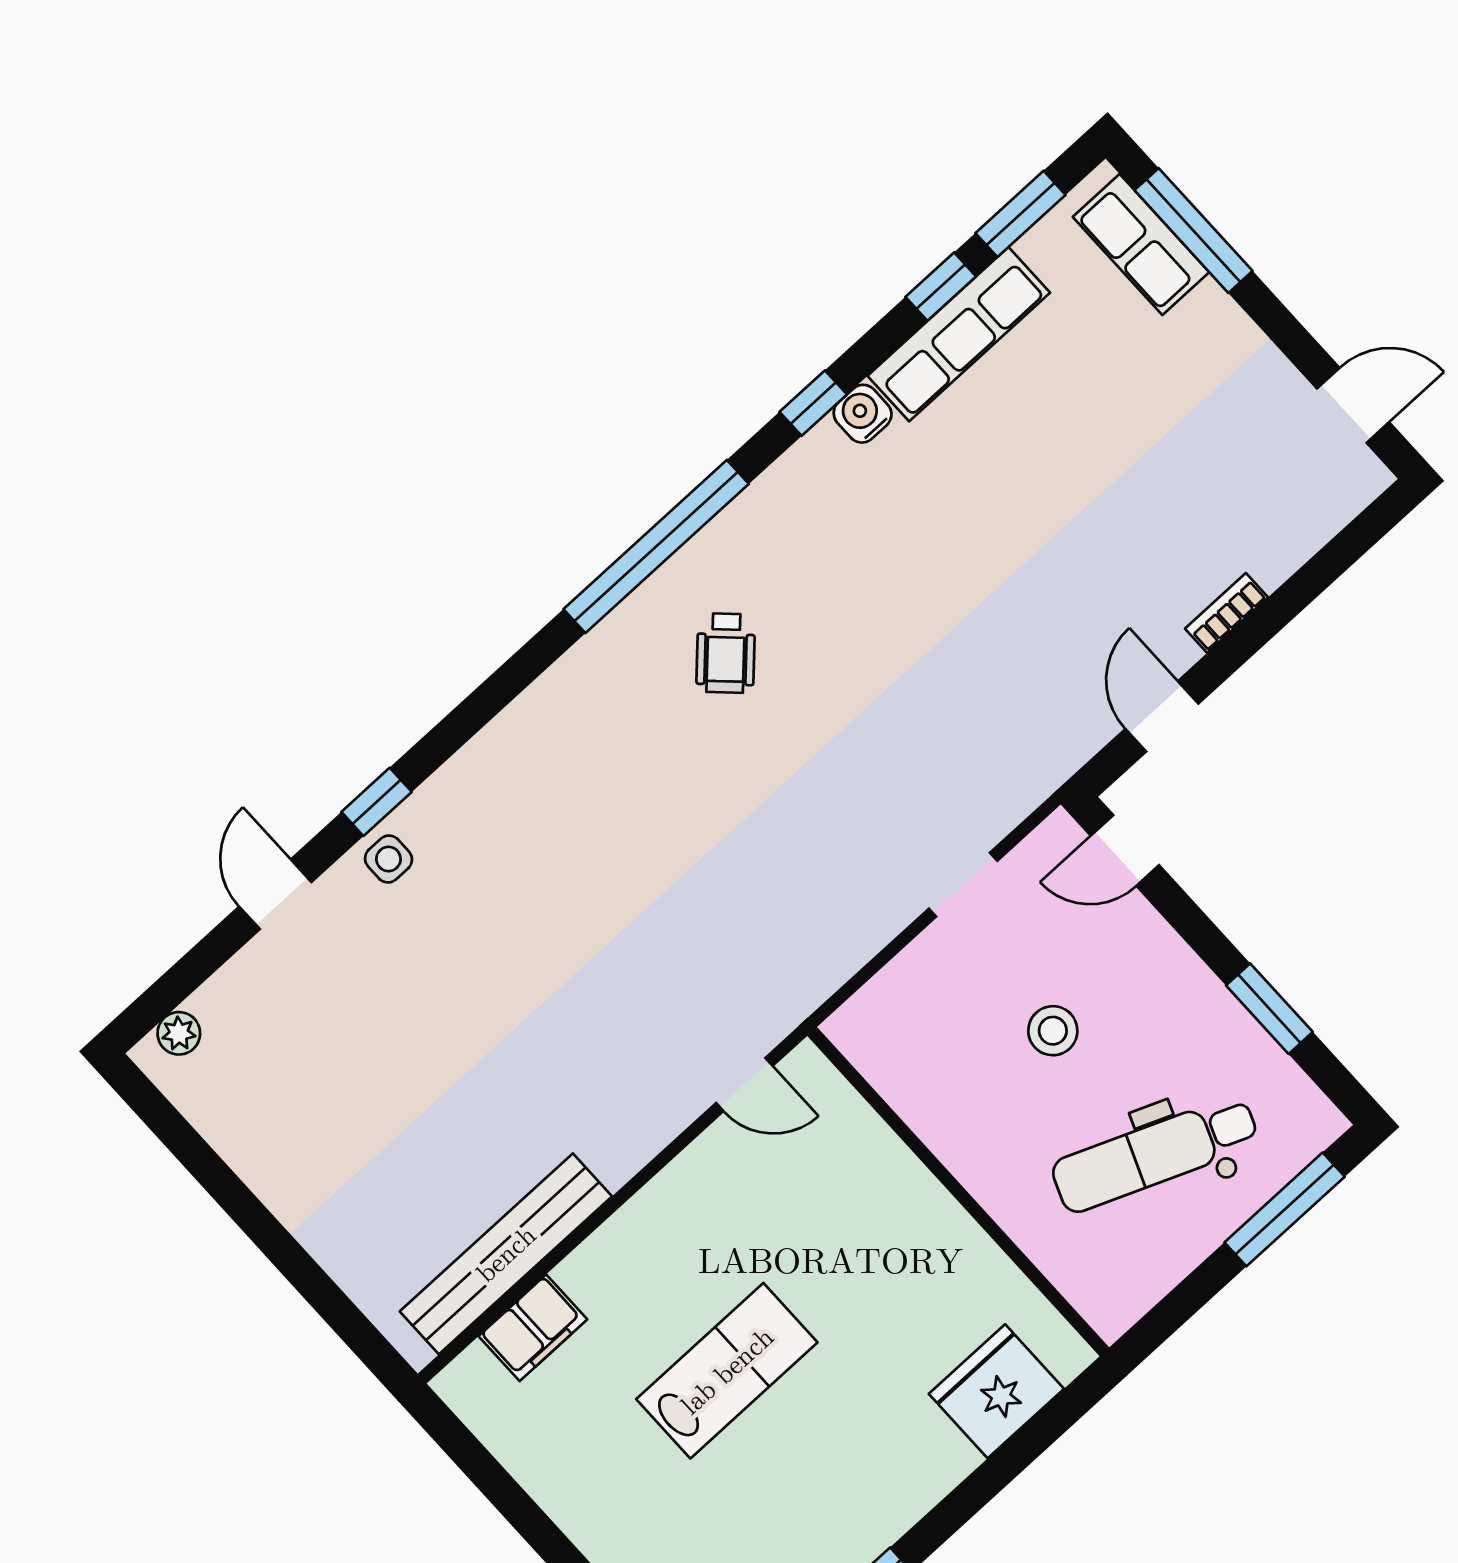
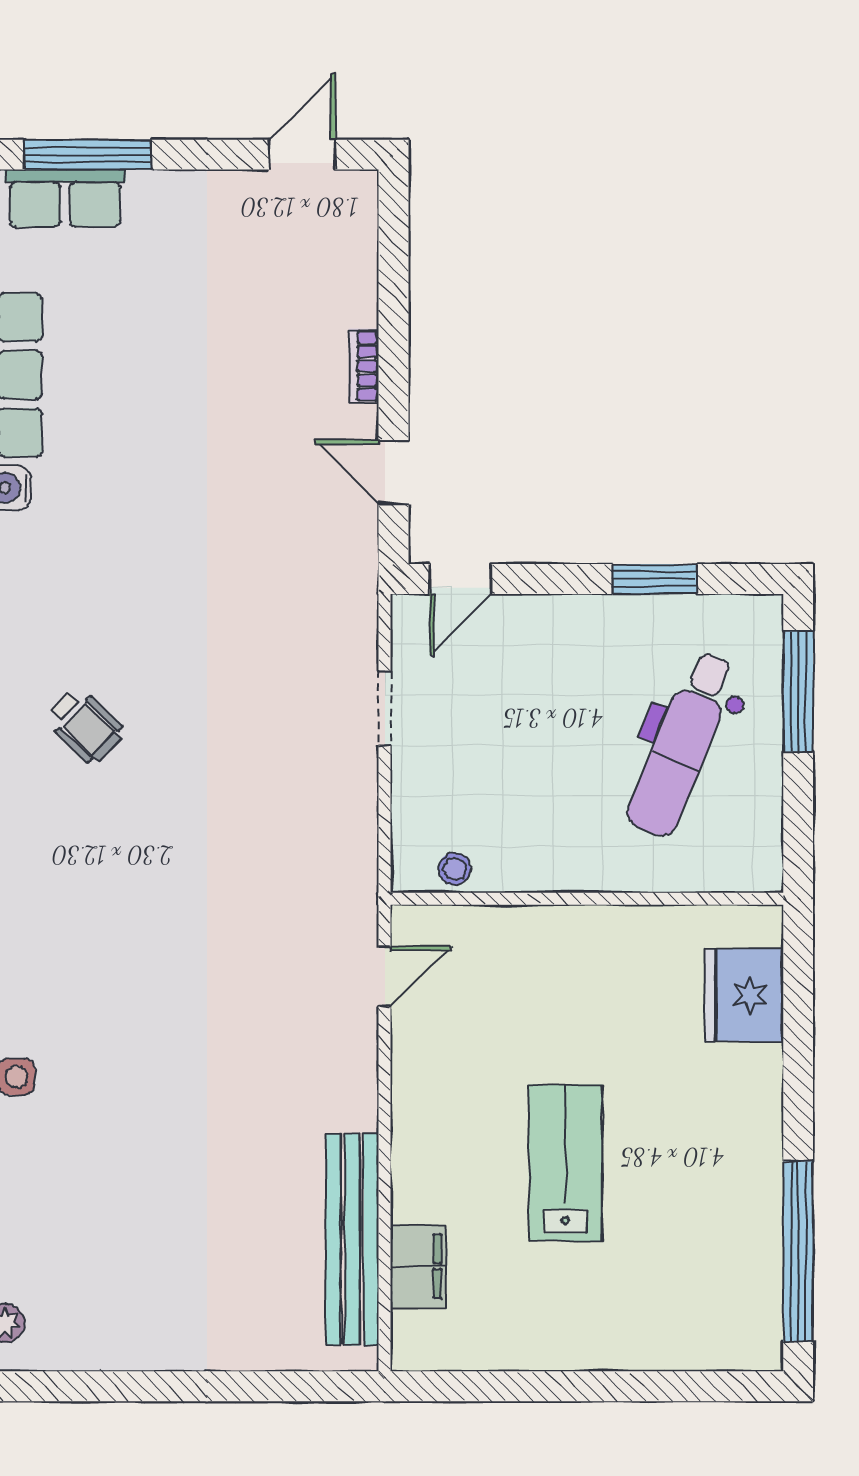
stool: (1053, 1031) -> (454, 869), moved, width x0.73, depth x0.73

